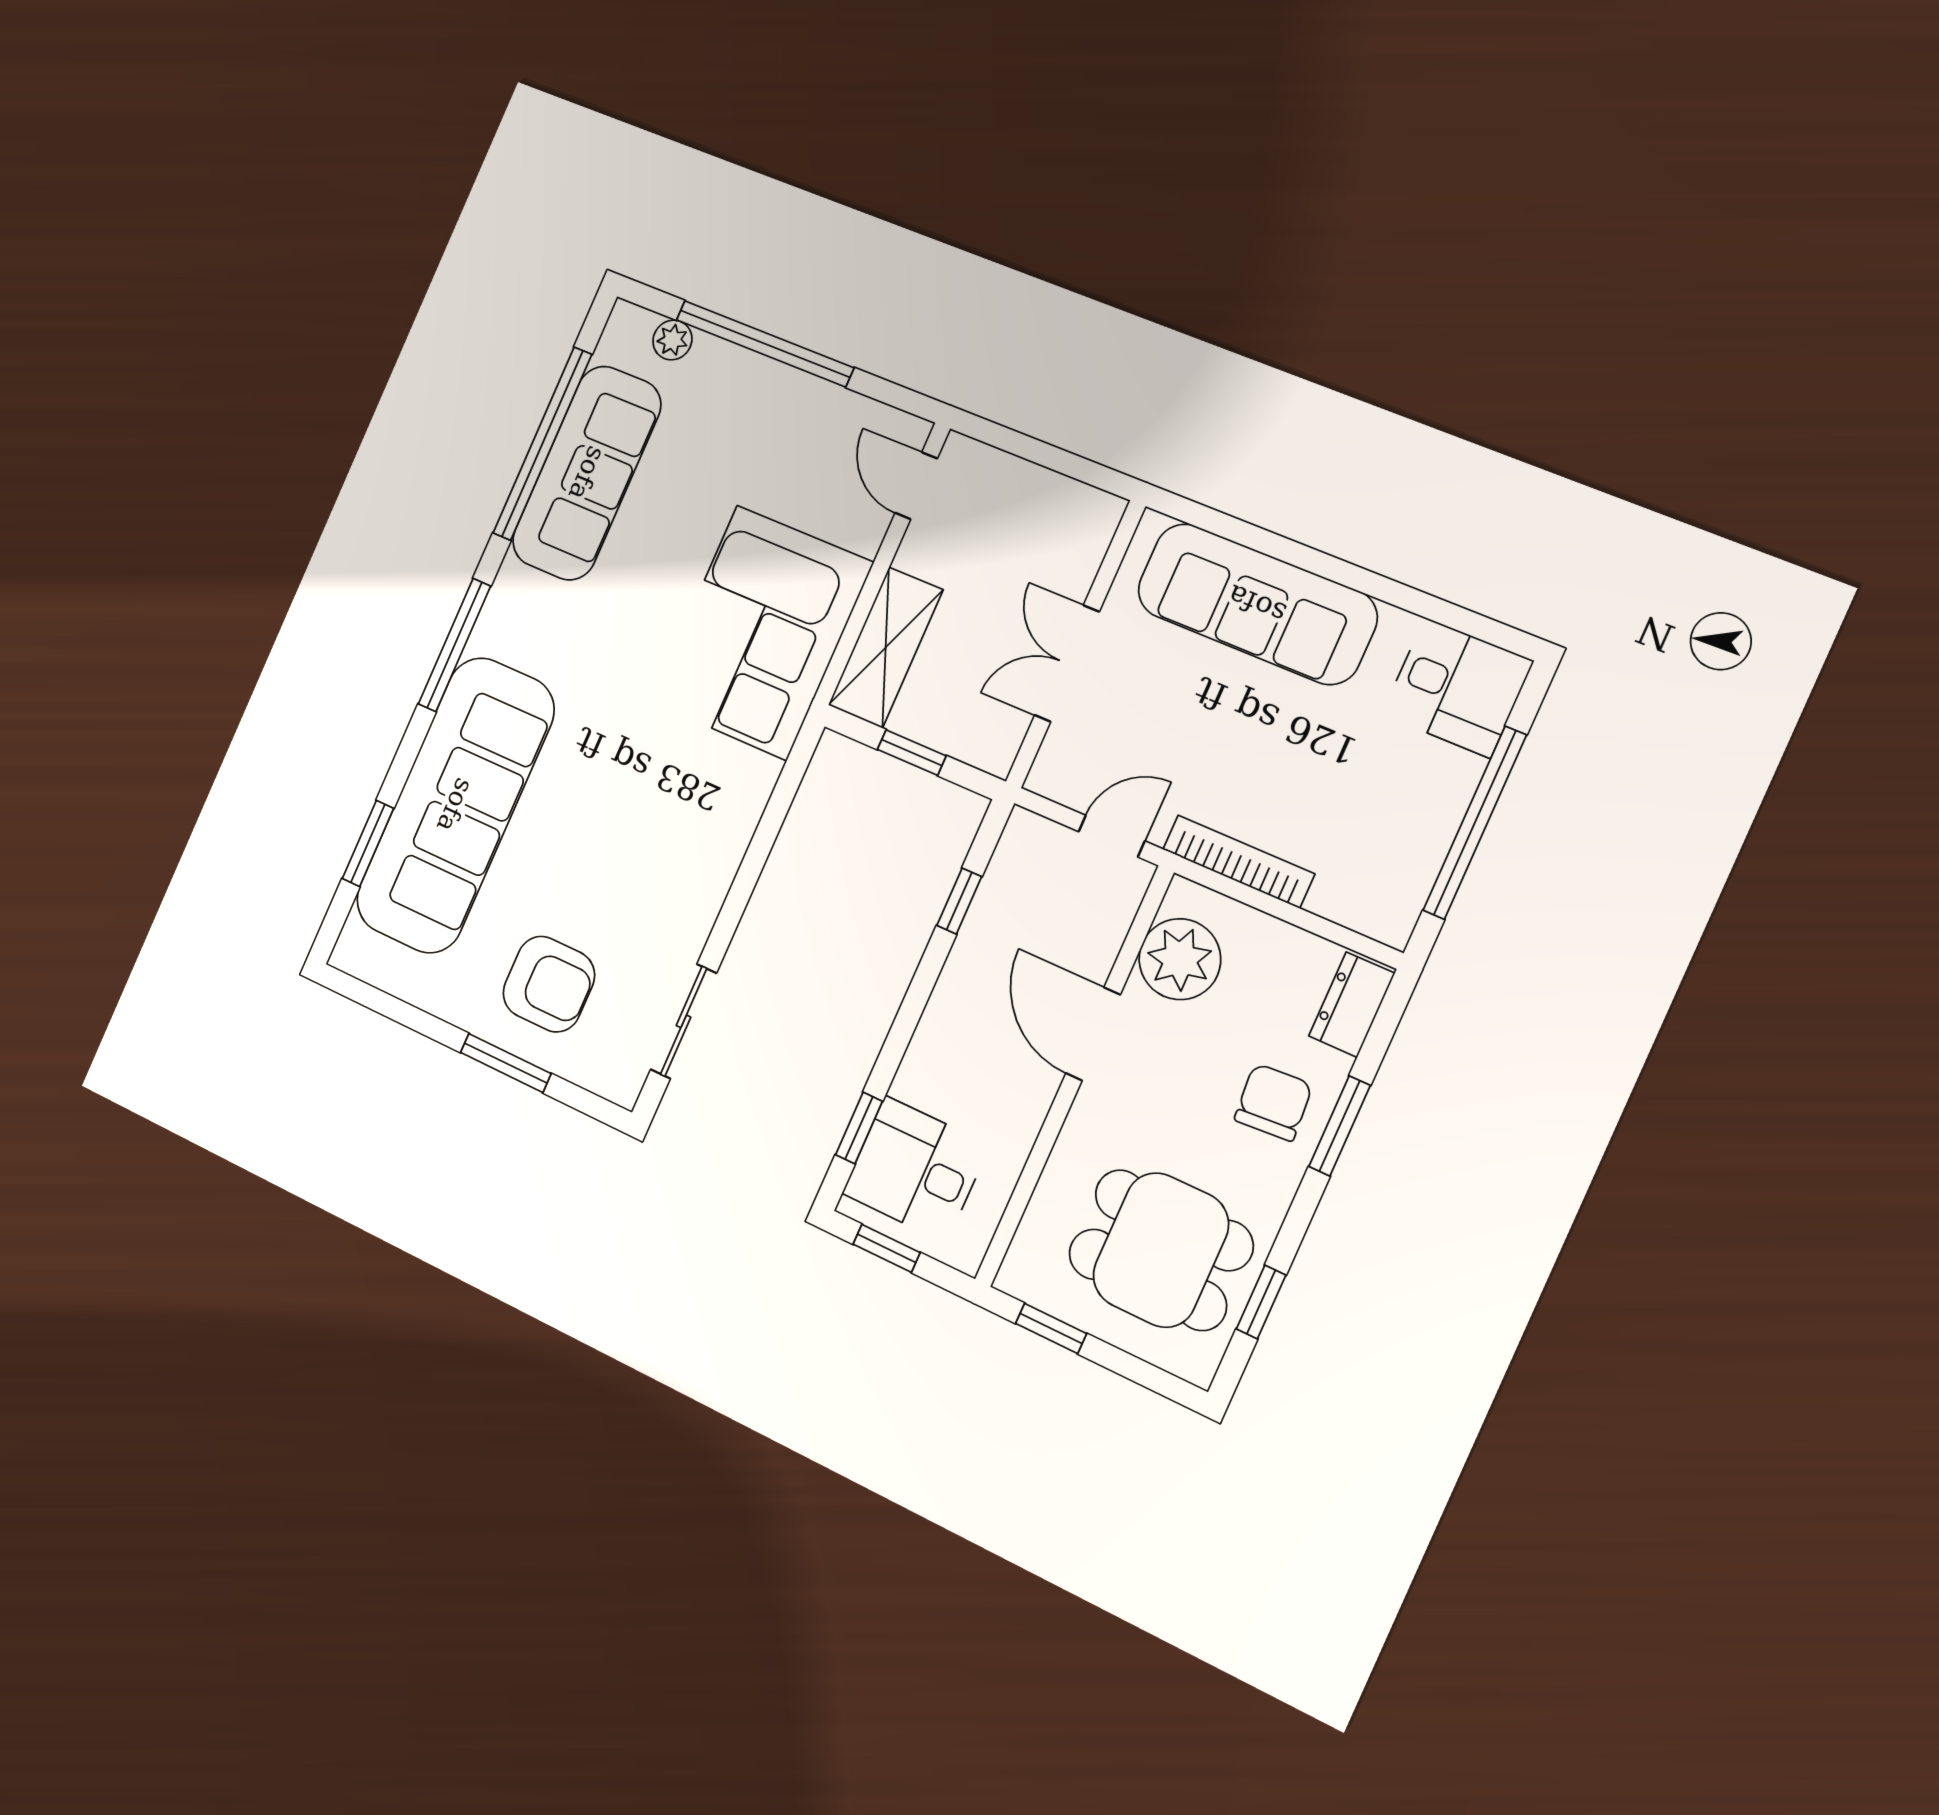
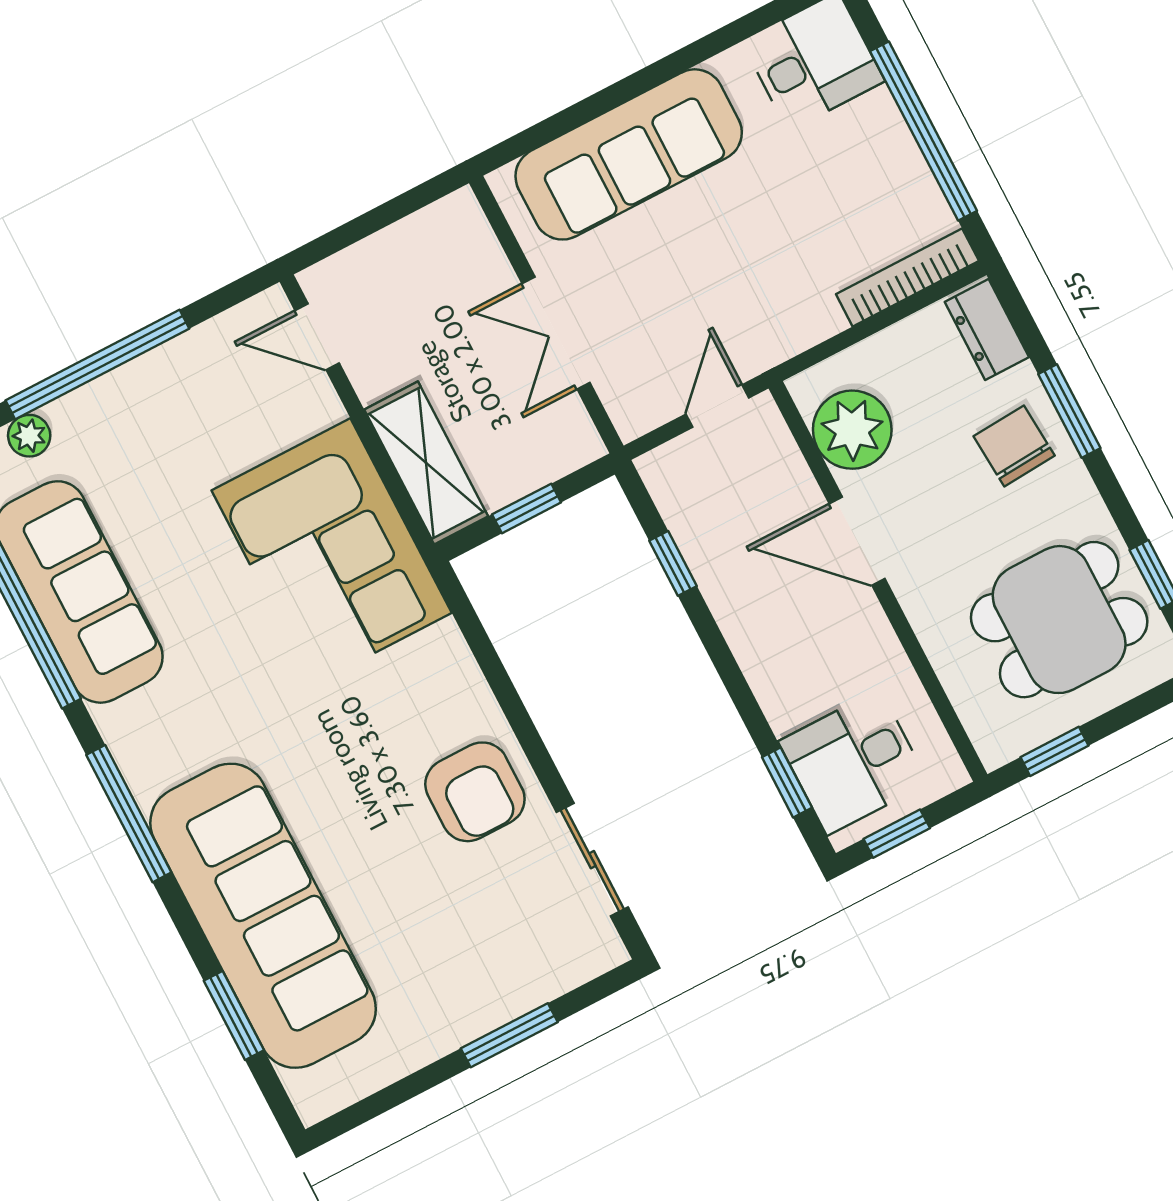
bookcase: (1238, 862) -> (907, 278), moved
armchair: (549, 984) -> (475, 792), moved, turned 90

